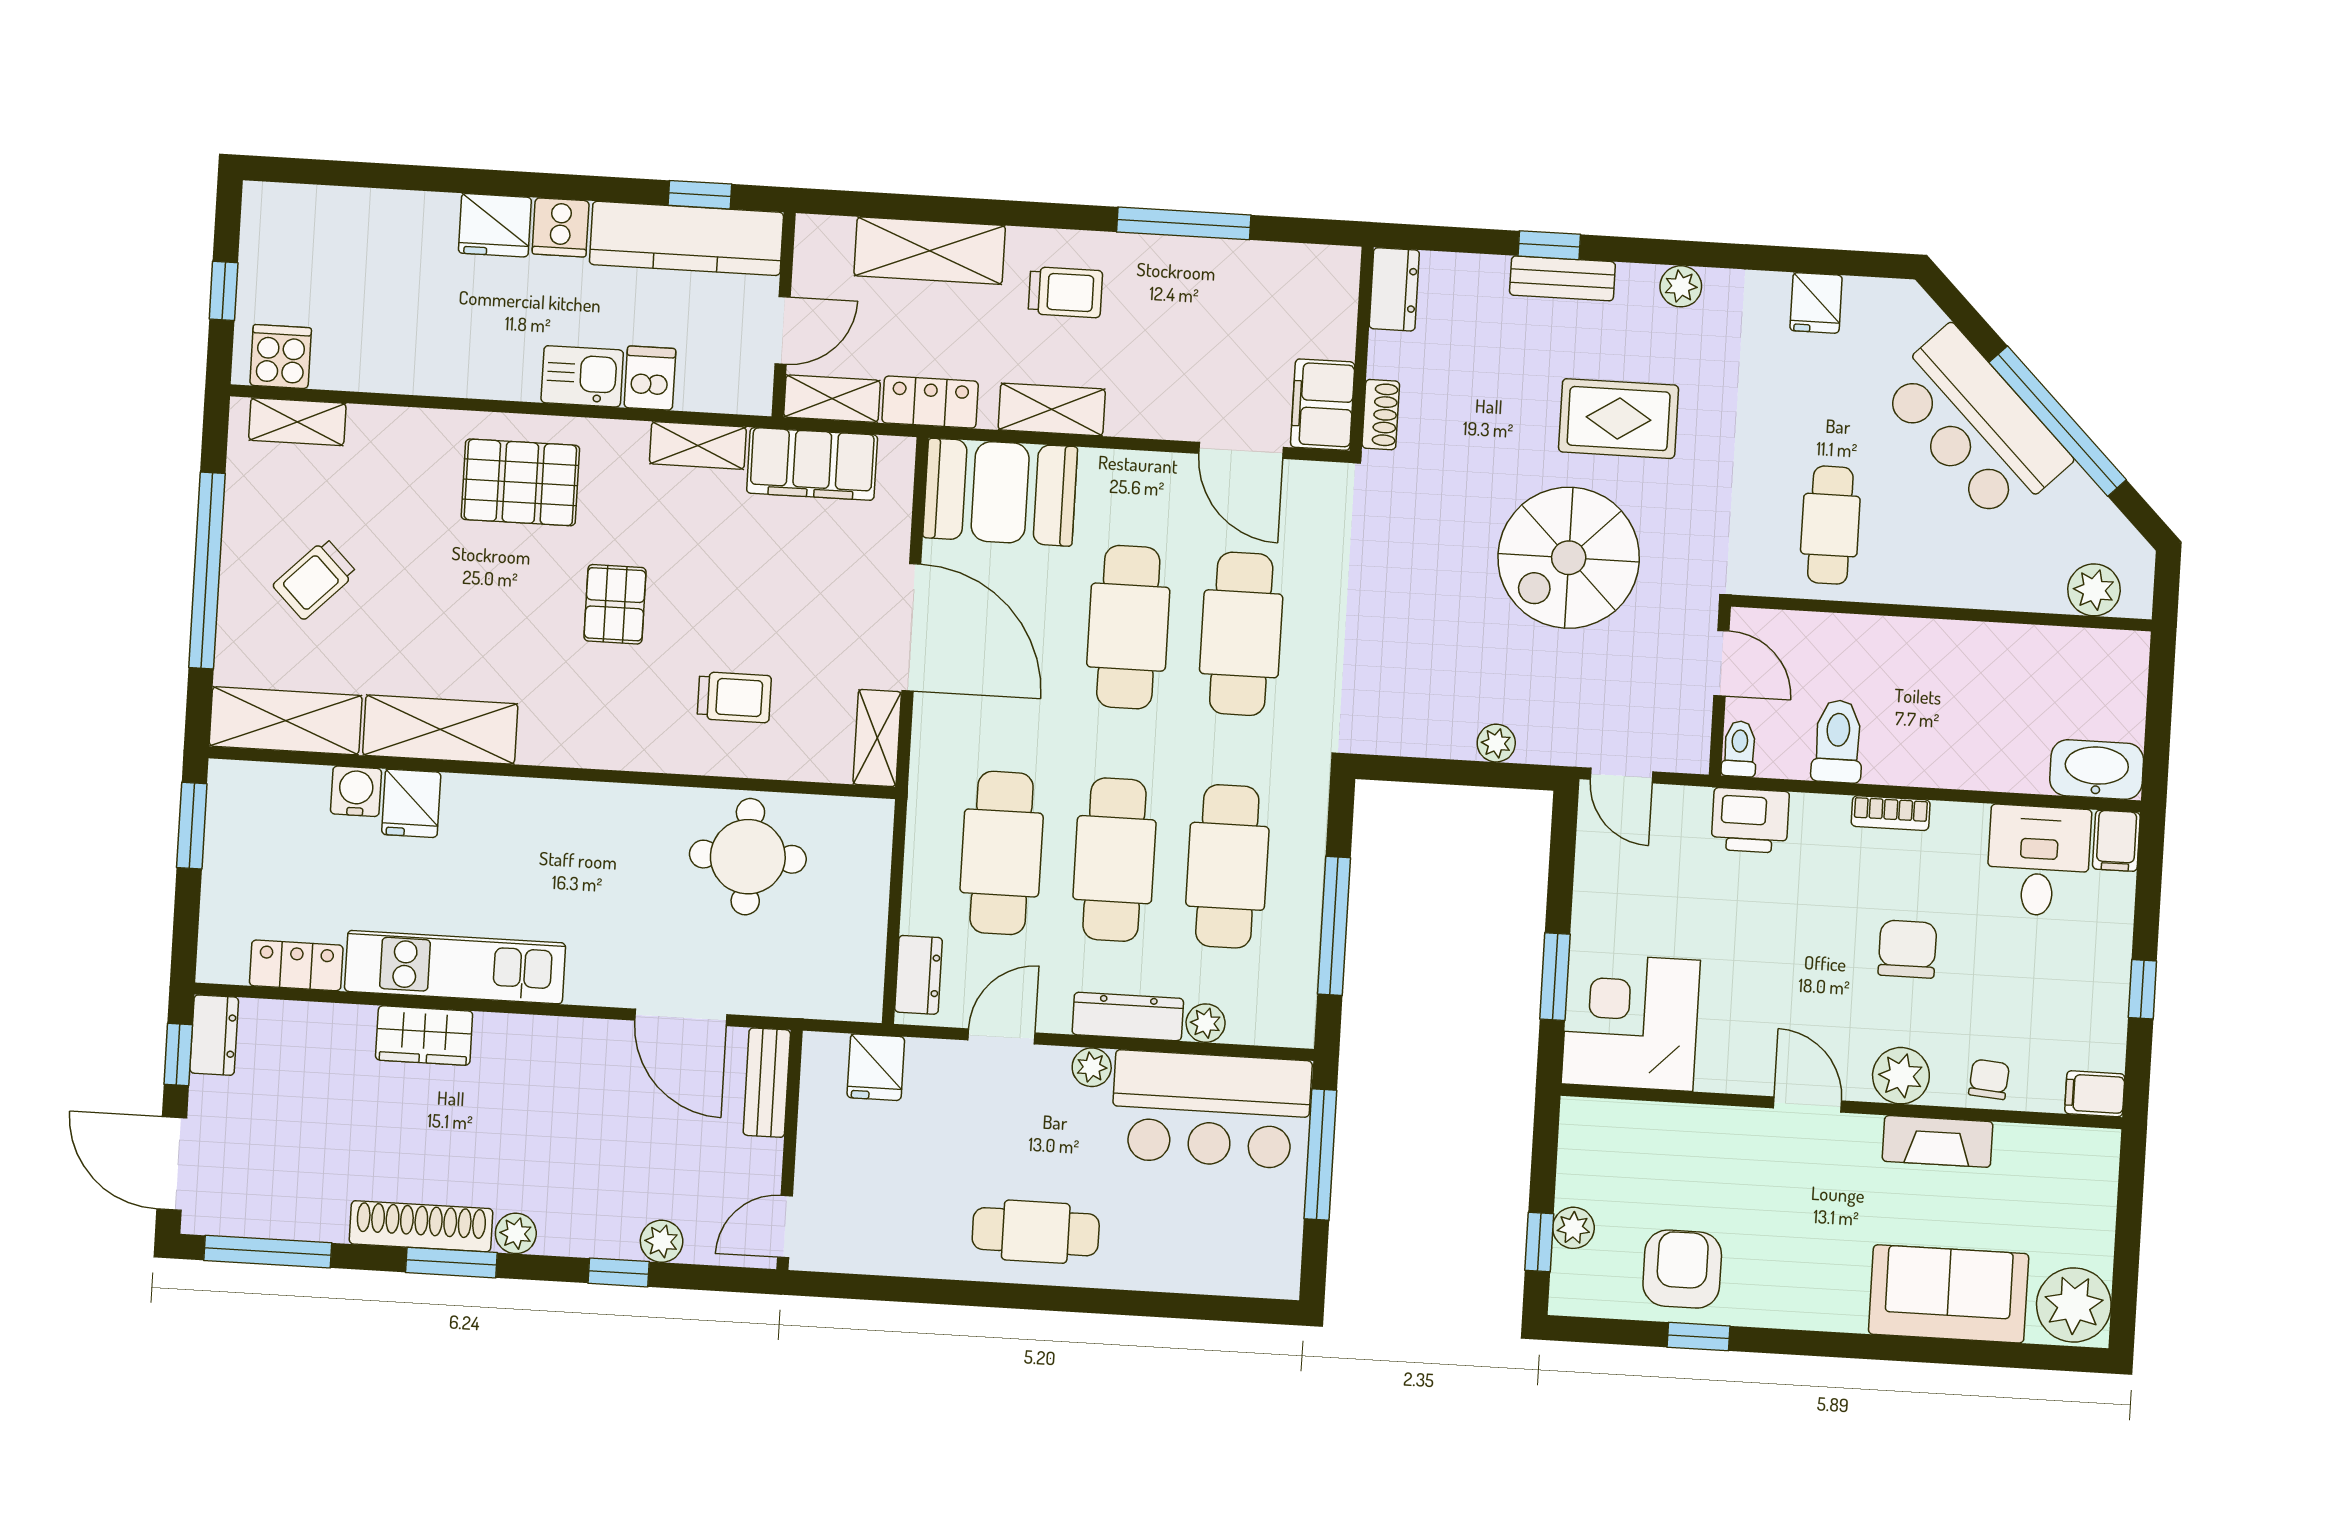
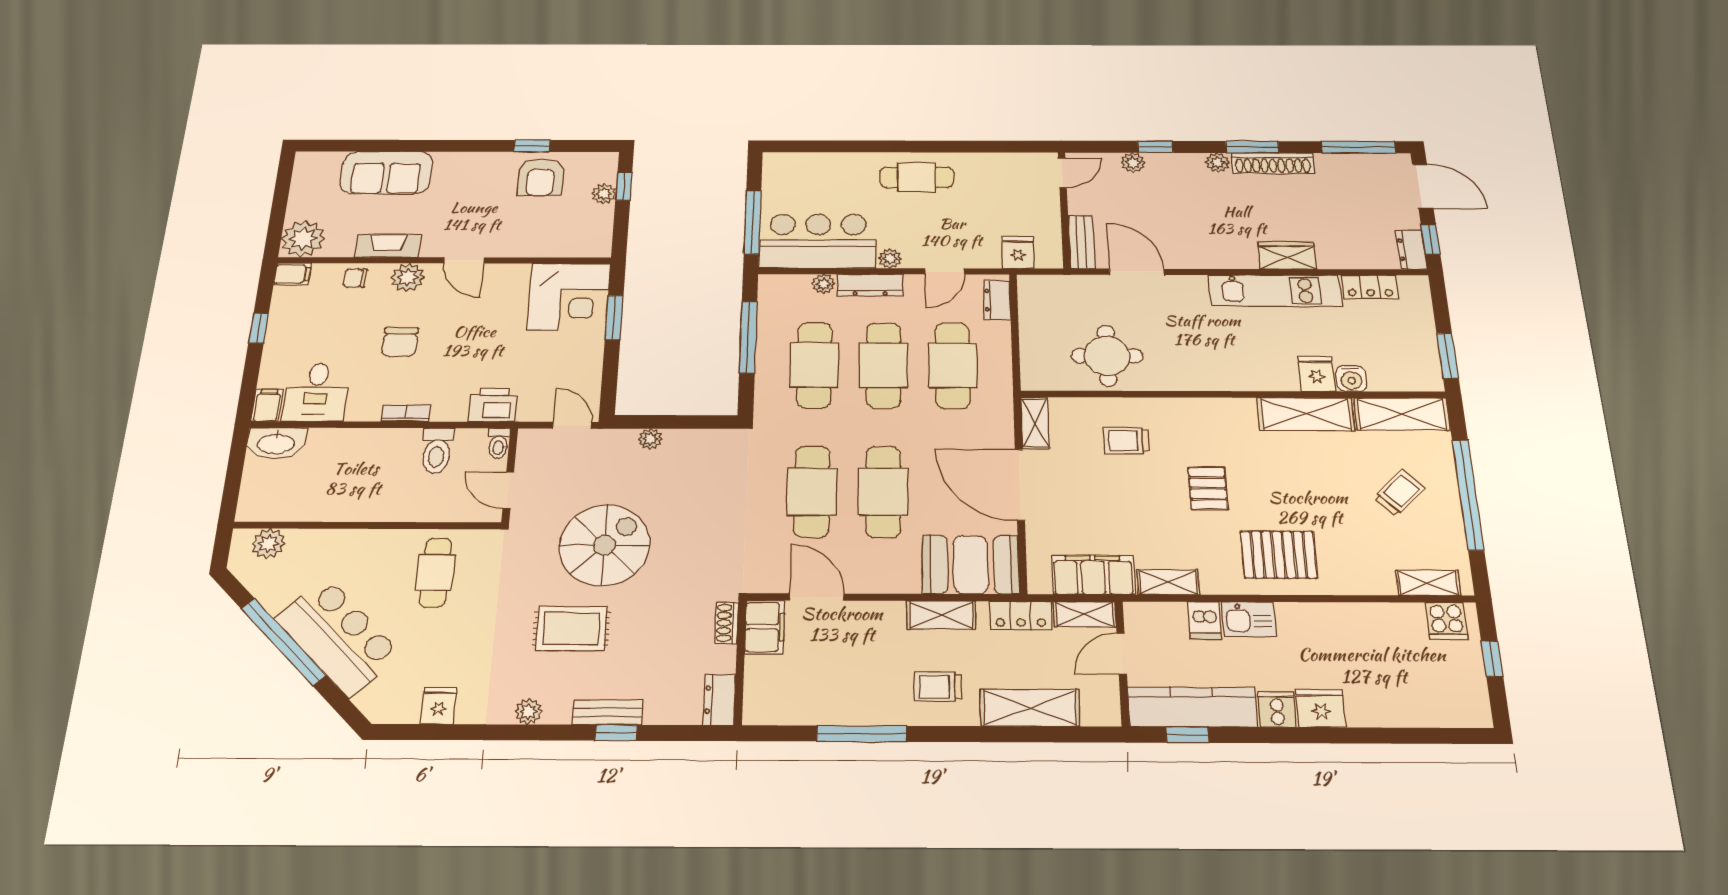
chair: (1989, 1079) -> (355, 278), turned 85
plant: (2074, 1305) -> (303, 239), moved

